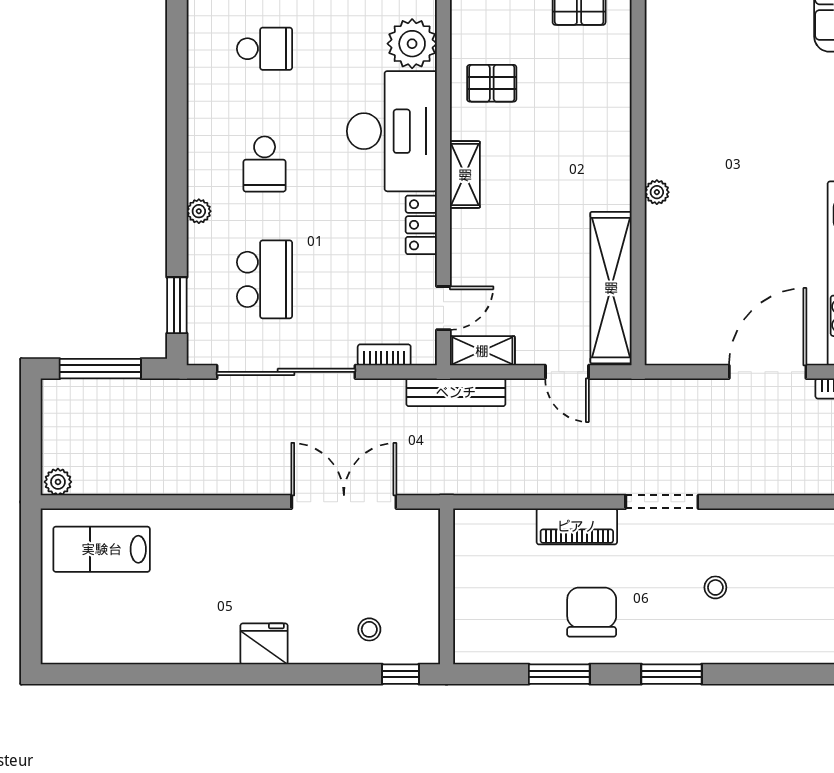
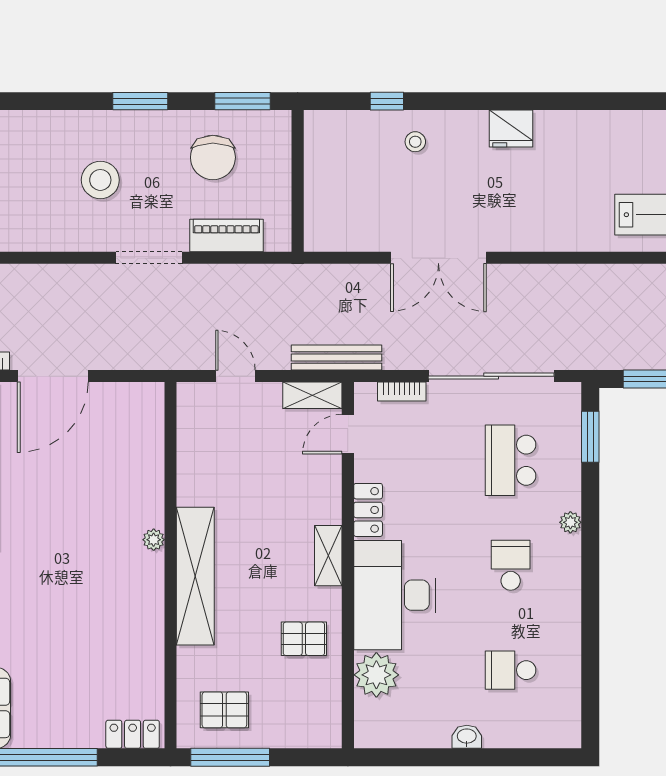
shelving: (611, 288) -> (195, 576), moved
wall: (447, 586) -> (298, 181), moved
stool: (715, 587) -> (100, 180), width x1.89, depth x1.89

